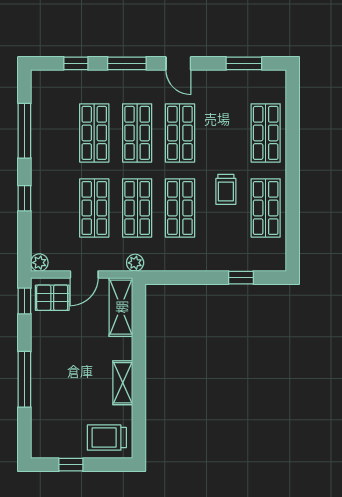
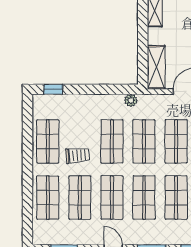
shop shelf: (223, 133) -> (80, 198), added
trolley: (226, 189) -> (78, 155), turned 85
plant: (135, 263) -> (131, 100), moved
window: (241, 278) -> (53, 89), moved

